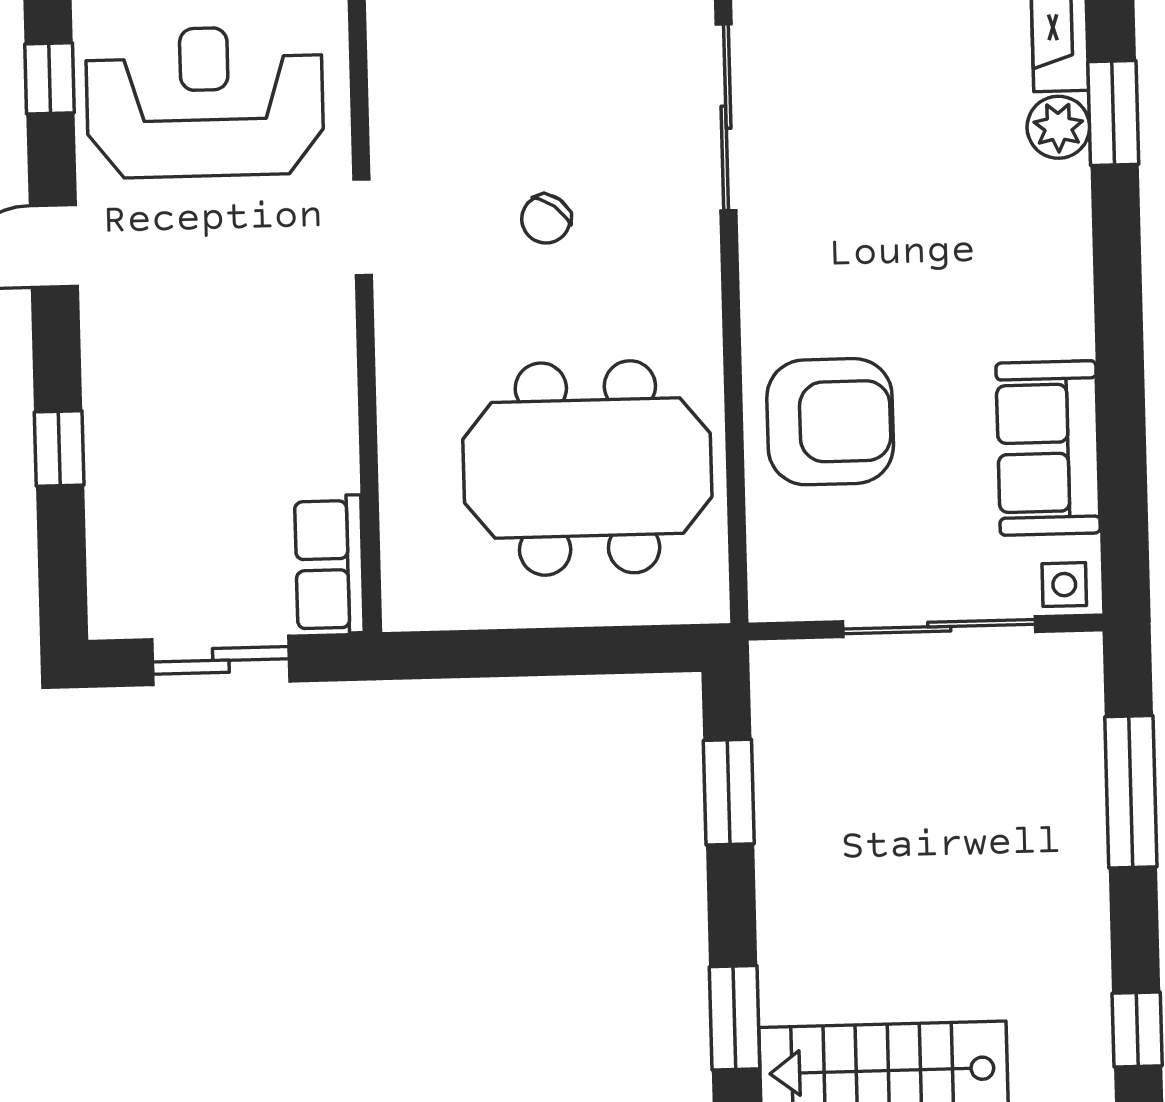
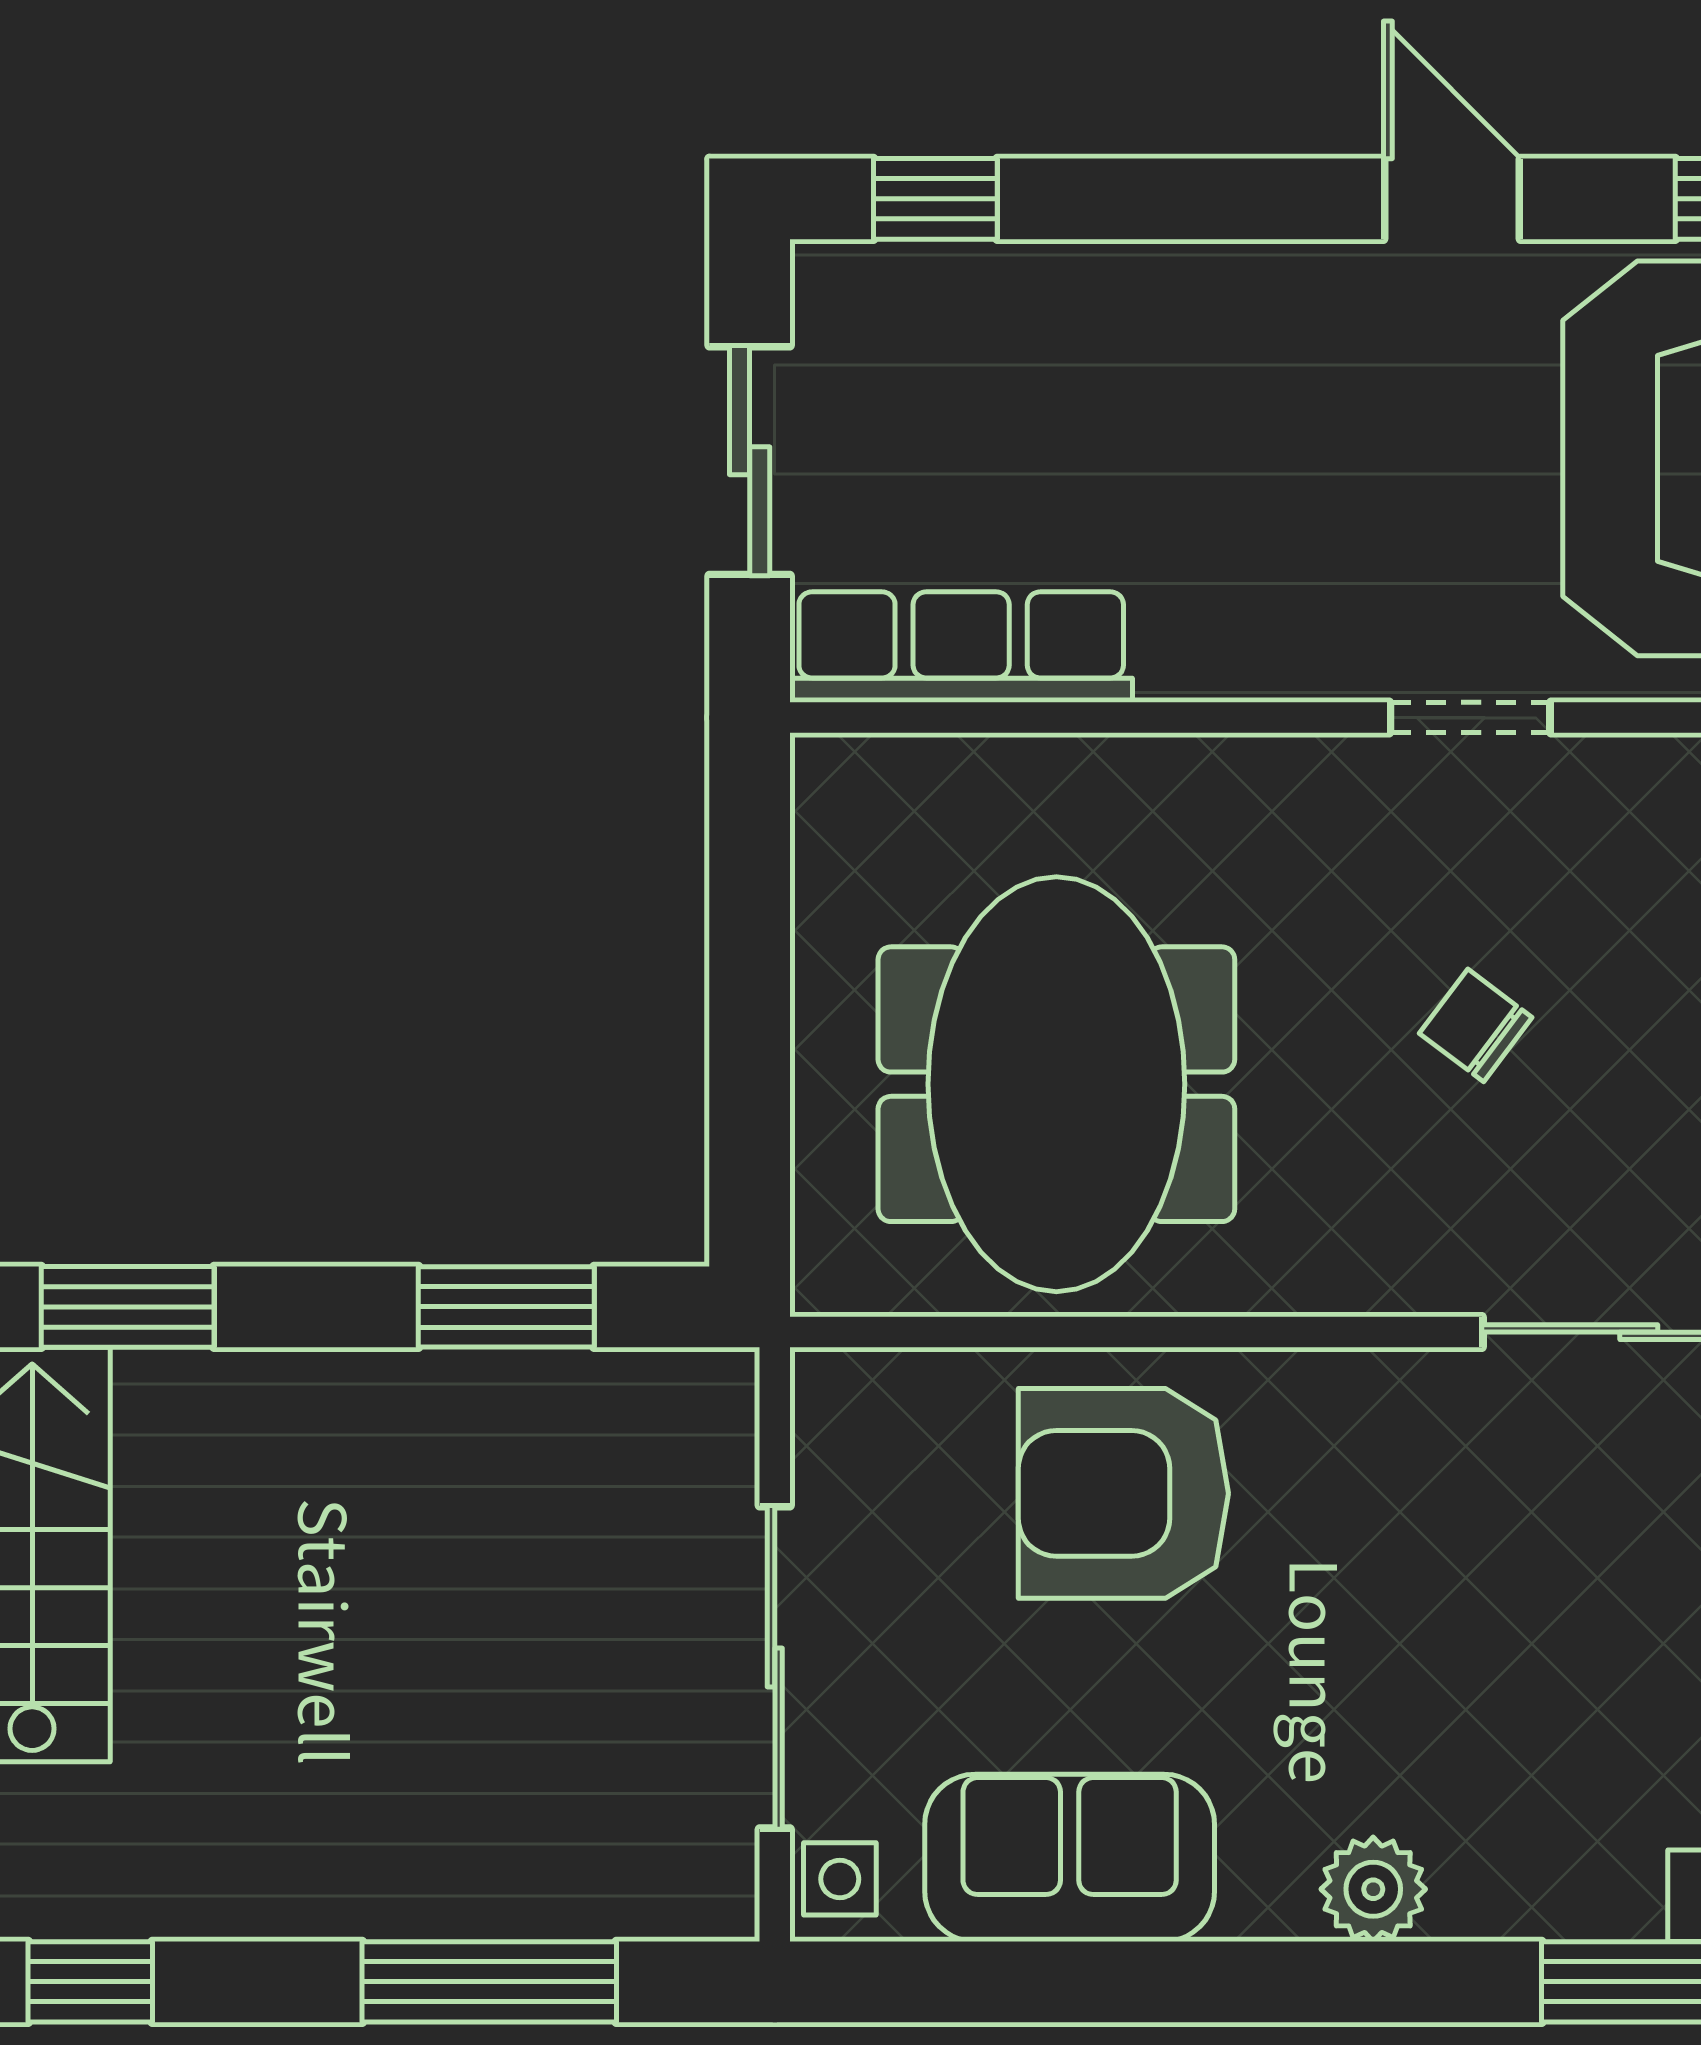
plant: (1058, 127) -> (1373, 1889), moved
armchair: (830, 422) -> (1123, 1493), turned 90
window: (59, 449) -> (935, 199), moved
row of seats: (329, 564) -> (961, 647), width x1.48

